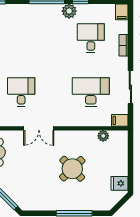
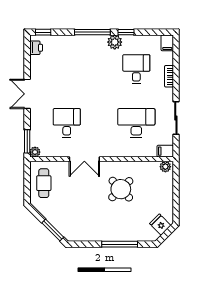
plant: (103, 136) -> (165, 167), moved
round table: (72, 169) -> (121, 189), moved
fridge: (119, 183) -> (160, 225), moved, turned 45

